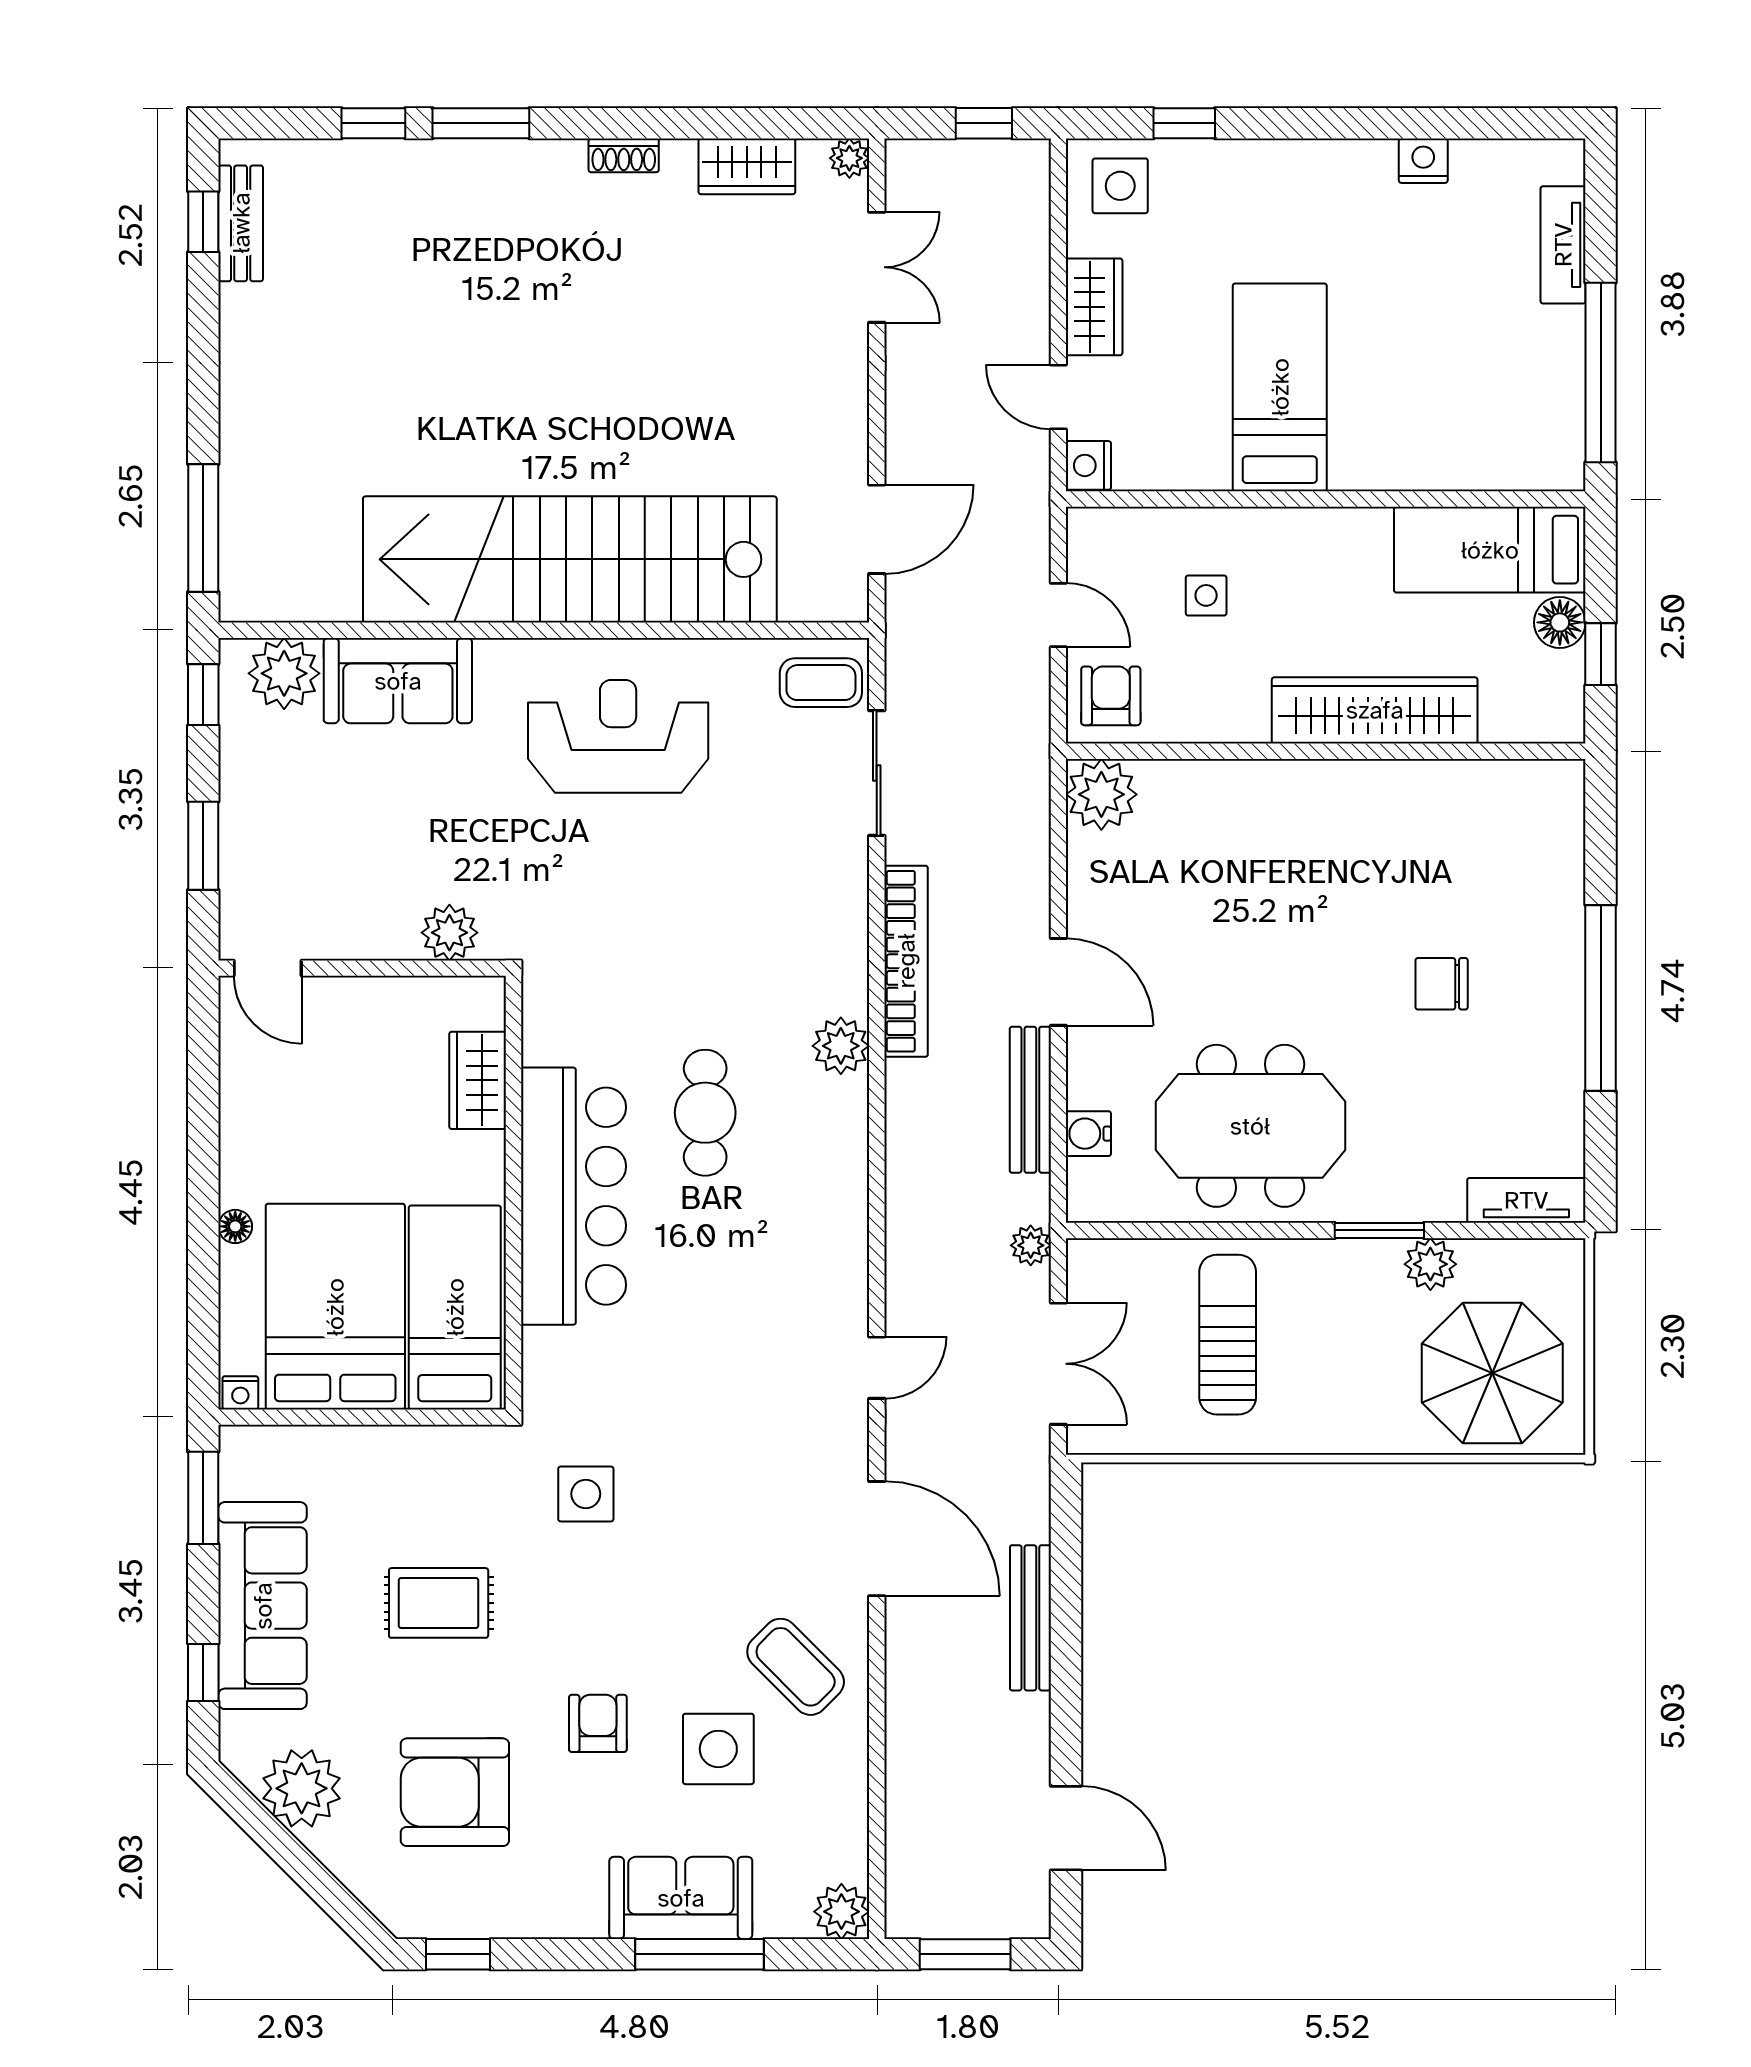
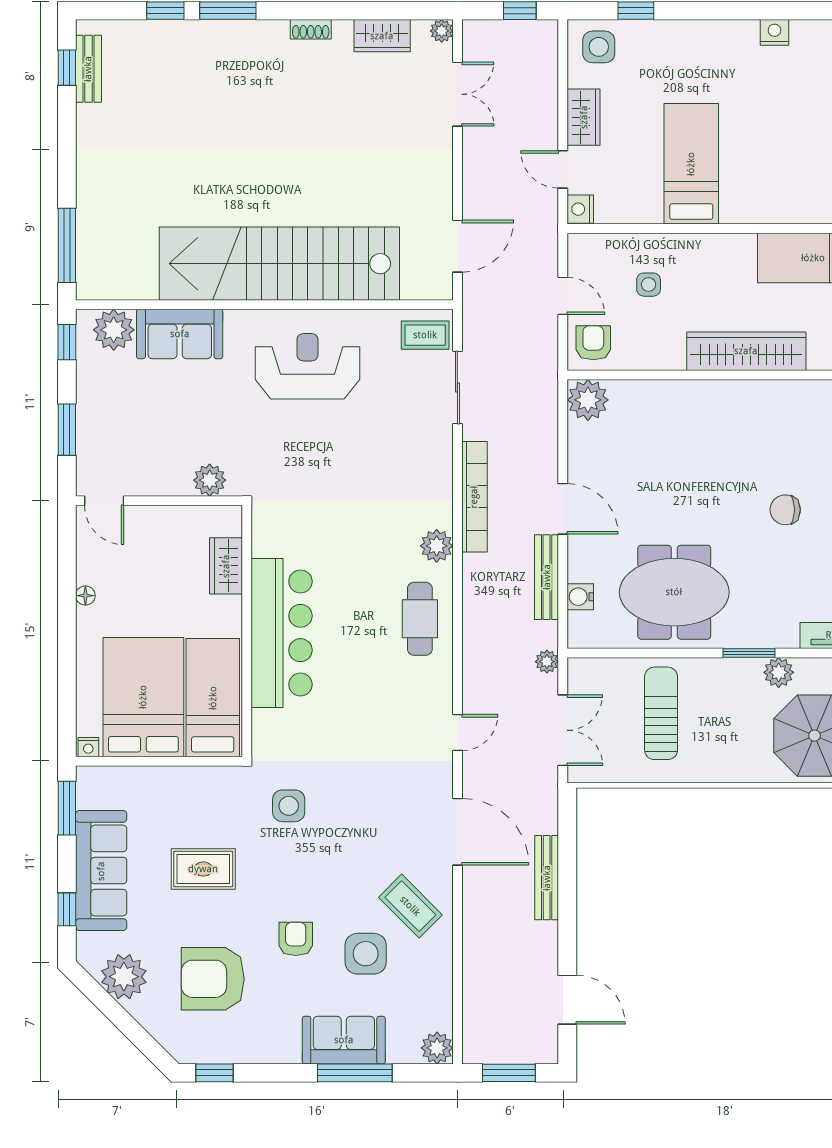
cafe table: (705, 1113) -> (420, 619), moved
floor lamp: (235, 1226) -> (85, 596), moved

